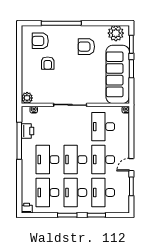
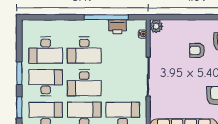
desk: (47, 160) -> (84, 50), turned 180
desk: (75, 160) -> (84, 83), turned 180
desk: (47, 192) -> (46, 50), turned 180
printer: (27, 208) -> (27, 26), removed

